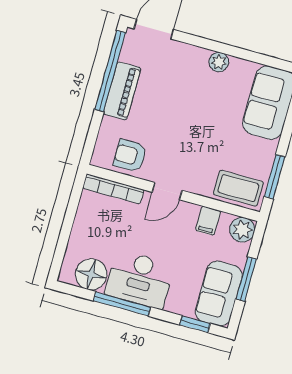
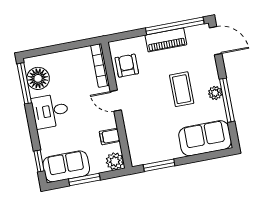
window: (235, 52) -> (227, 100), added
coffee table: (238, 188) -> (182, 89), moved
desk: (139, 279) -> (50, 111), width x0.73
window: (122, 304) -> (24, 83), moved

